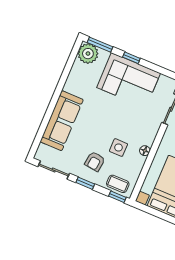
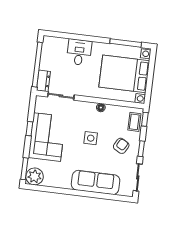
window: (131, 58) -> (29, 129), moved
side table: (118, 148) -> (91, 138), moved
armchair: (95, 161) -> (121, 146), turned -68

